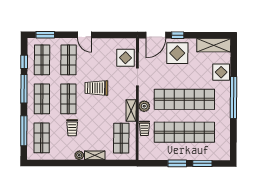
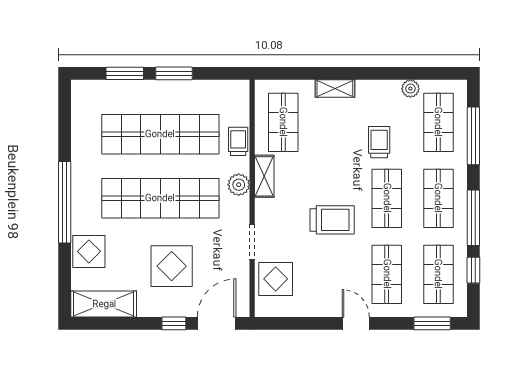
display table: (177, 53) -> (172, 266), moved
plant: (79, 155) -> (410, 89), moved

